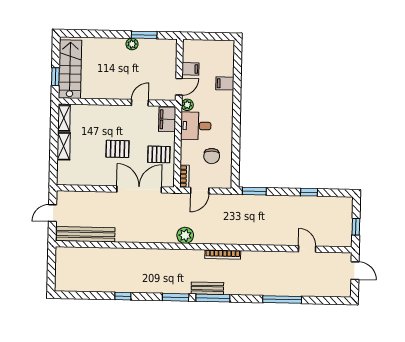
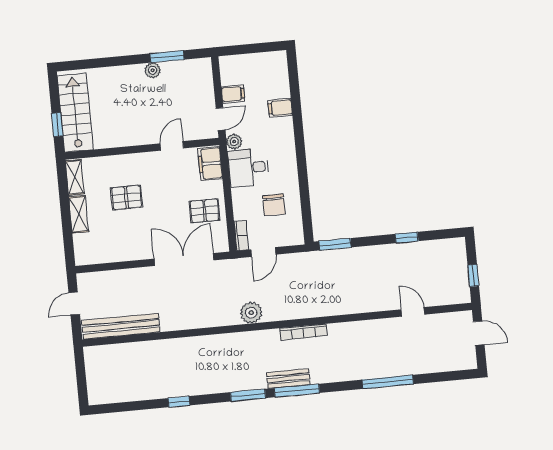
pallet: (118, 149) -> (126, 198), moved

